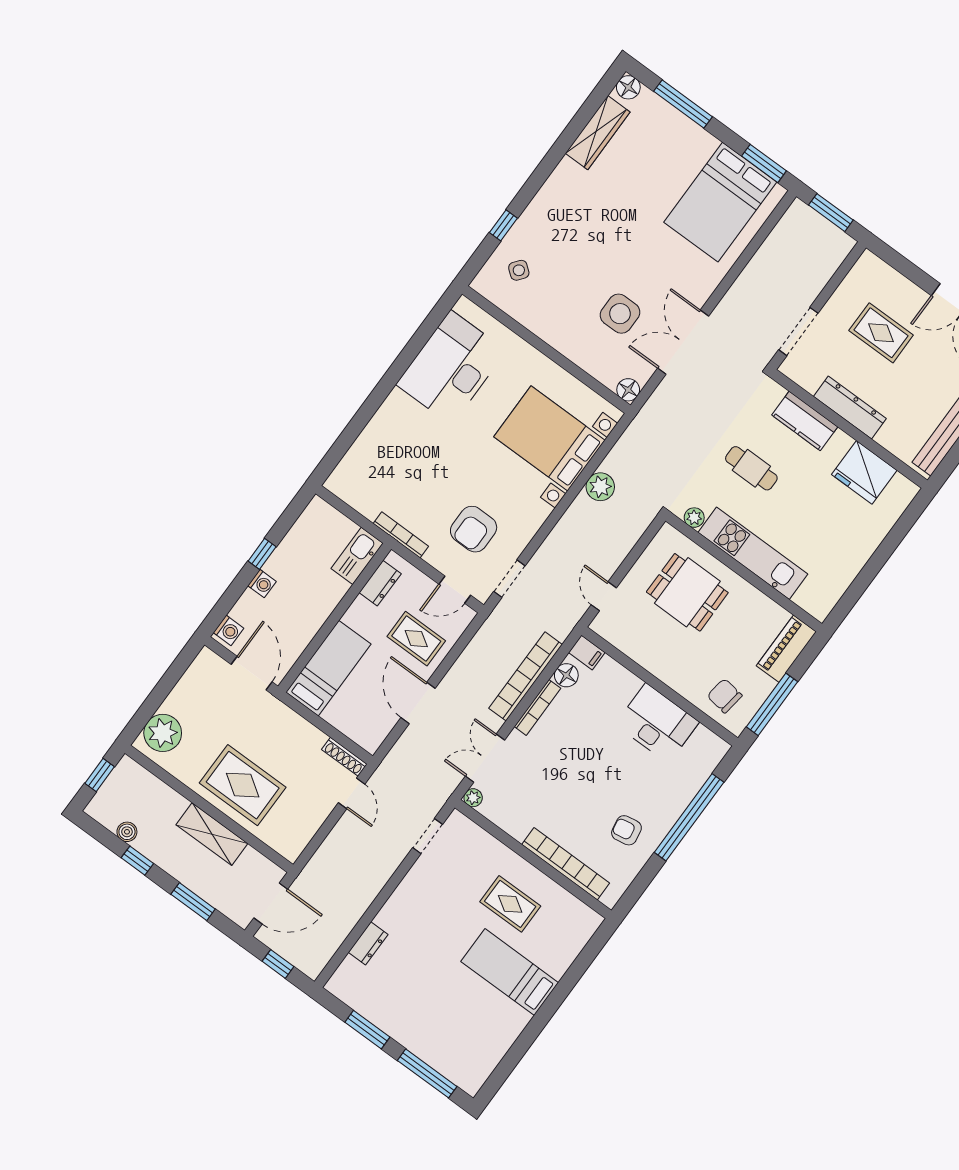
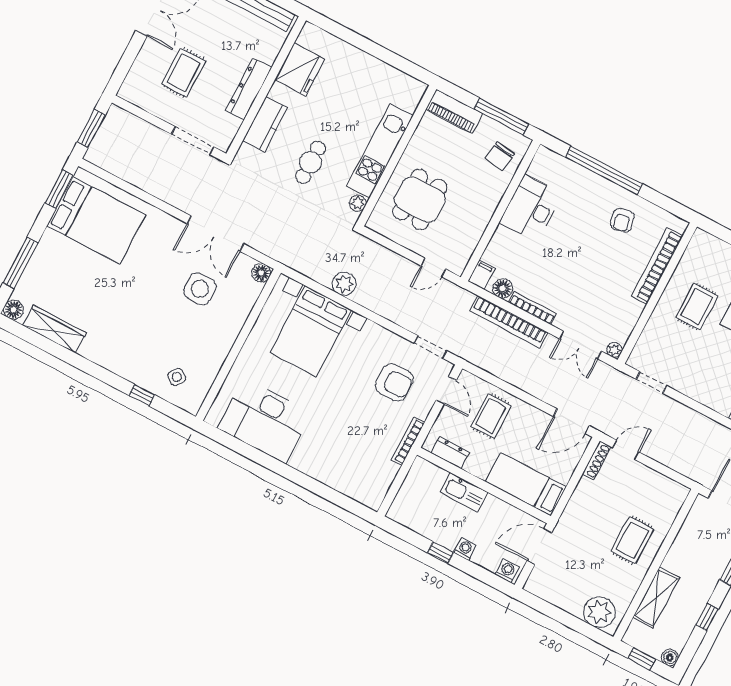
kitchen sink: (357, 556) -> (464, 492), moved
door: (418, 703) -> (571, 421), moved
rug: (243, 785) -> (632, 540), width x0.73, depth x0.70
boiler: (127, 832) -> (670, 658), moved
shelving: (212, 834) -> (656, 598), moved

